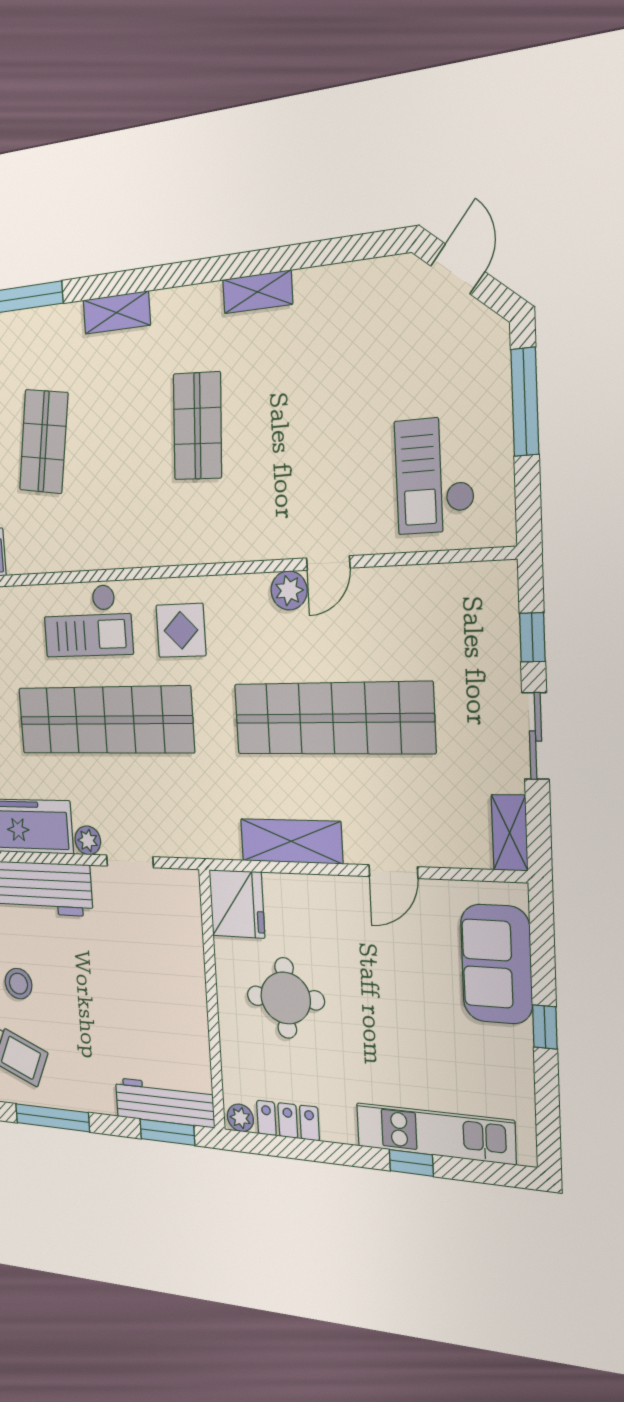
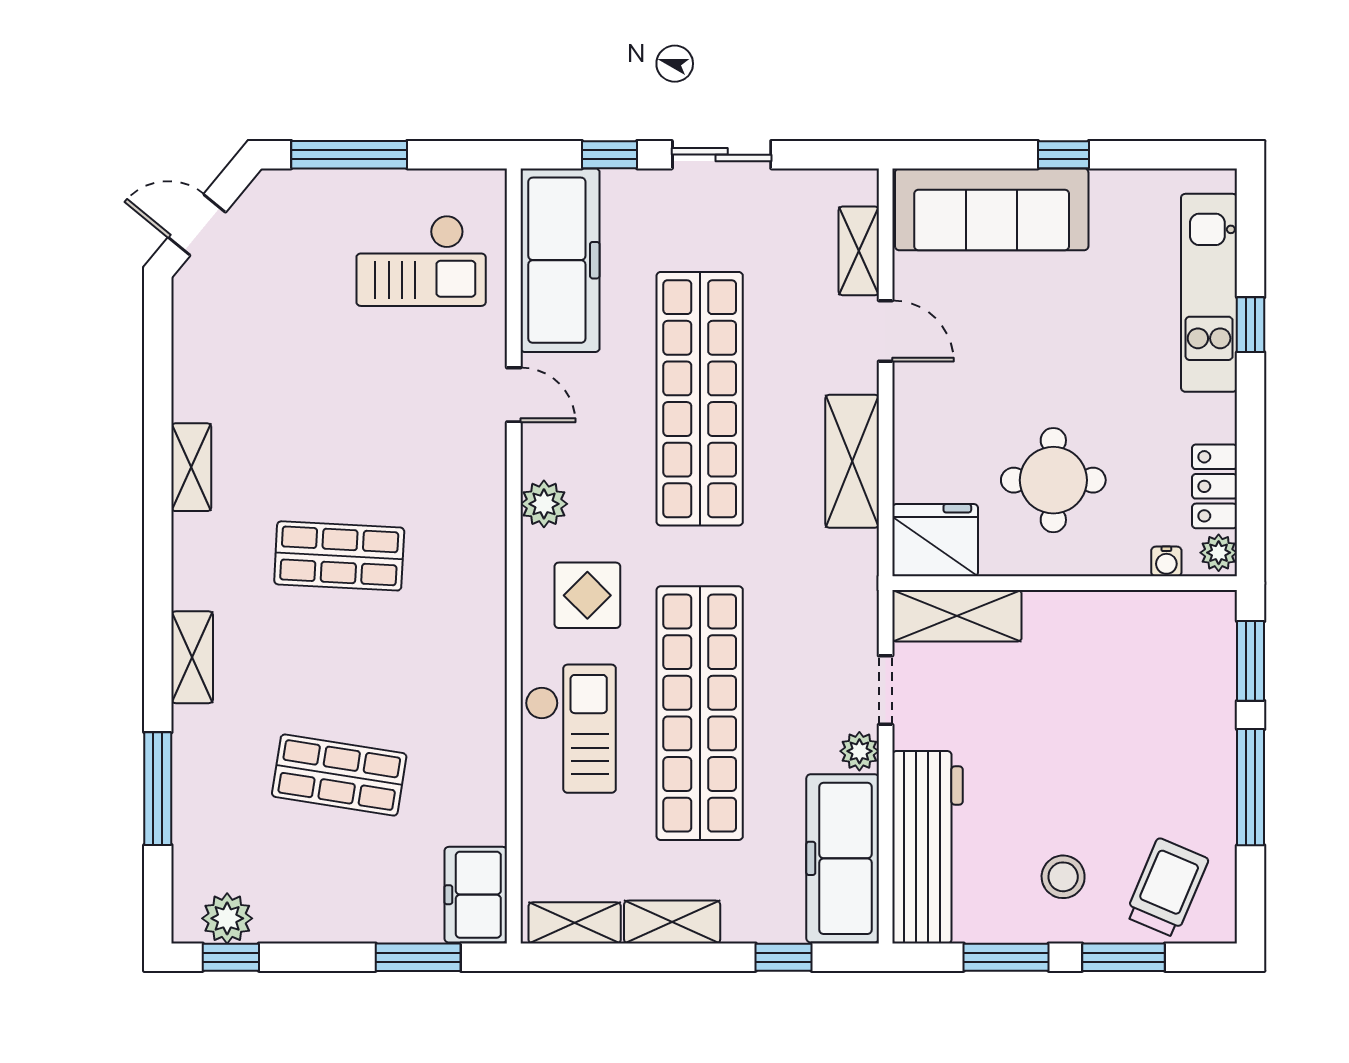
plant: (289, 590) -> (544, 504), moved
freezer: (440, 597) -> (560, 260), added
shelving: (510, 833) -> (859, 251), moved, turned 90
shelving: (184, 918) -> (957, 616), added
sofa: (496, 964) -> (992, 209), width x1.36
water cooler: (232, 1078) -> (1166, 561), added
workbench: (164, 1103) -> (1210, 662), removed
window: (52, 1118) -> (1251, 787), moved

